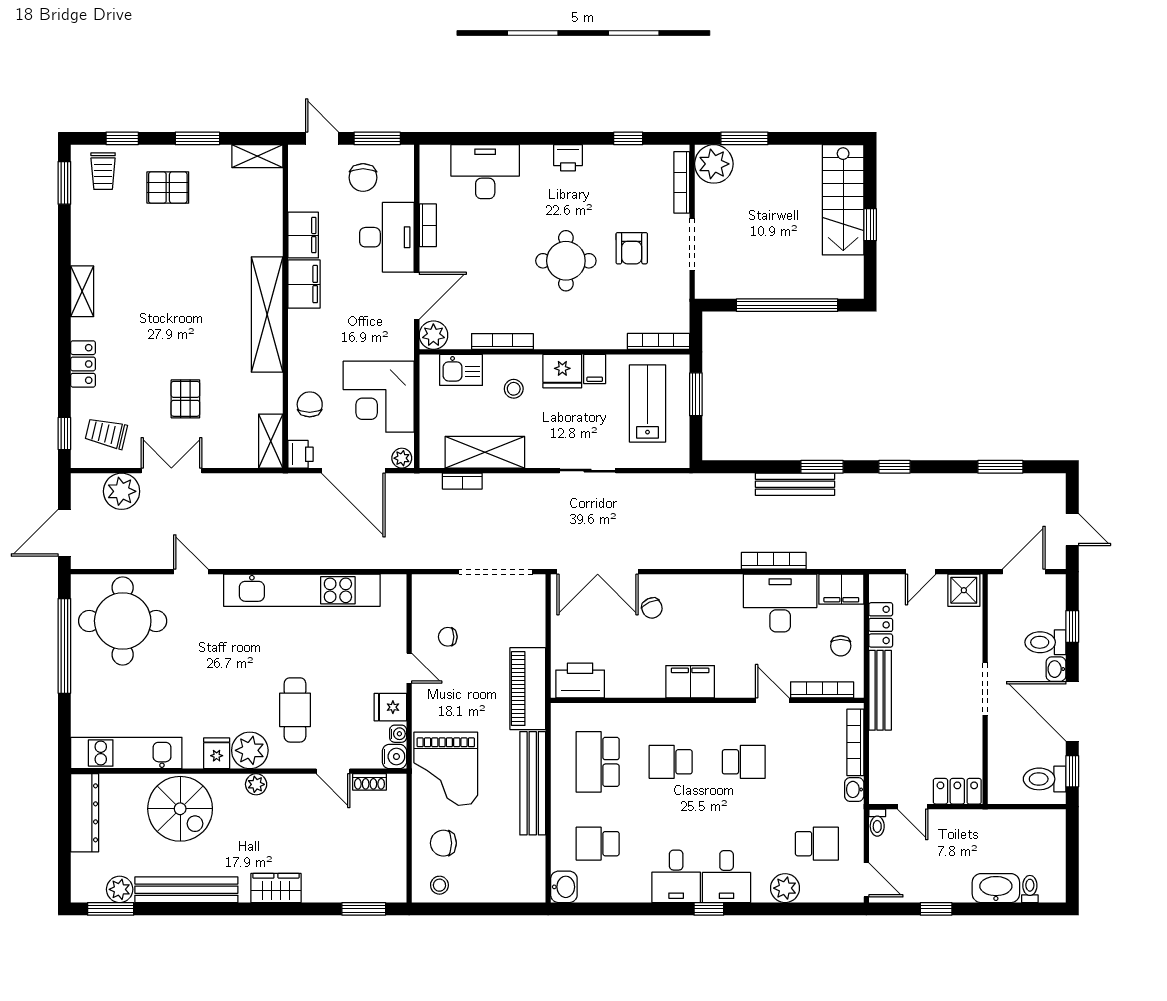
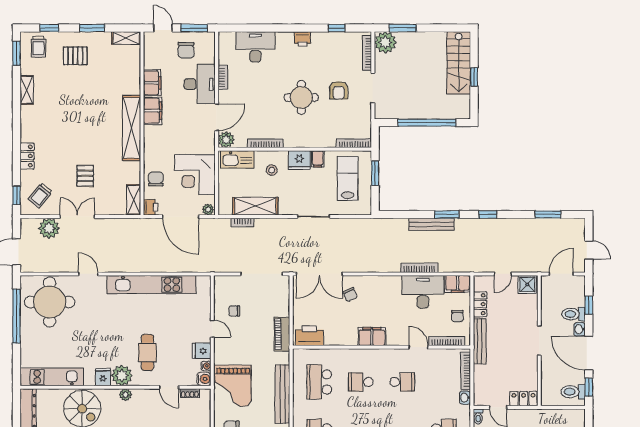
shelving: (82, 291) -> (27, 90), moved
kitchen sink: (461, 370) -> (237, 159), width x1.38
trolley: (106, 433) -> (40, 195), turned -63
piano: (528, 689) -> (282, 334), width x0.73, depth x0.75

